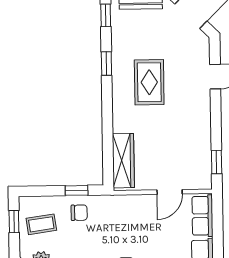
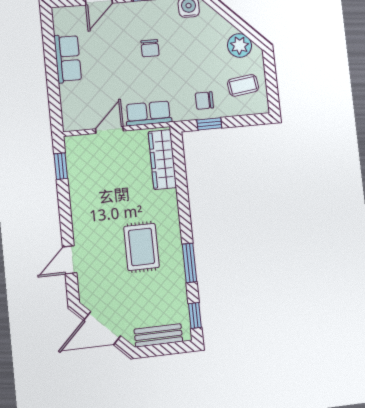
window: (106, 64) -> (190, 263), width x1.50
row of seats: (202, 216) -> (148, 113), moved, turned -90
window: (14, 222) -> (272, 86), removed

